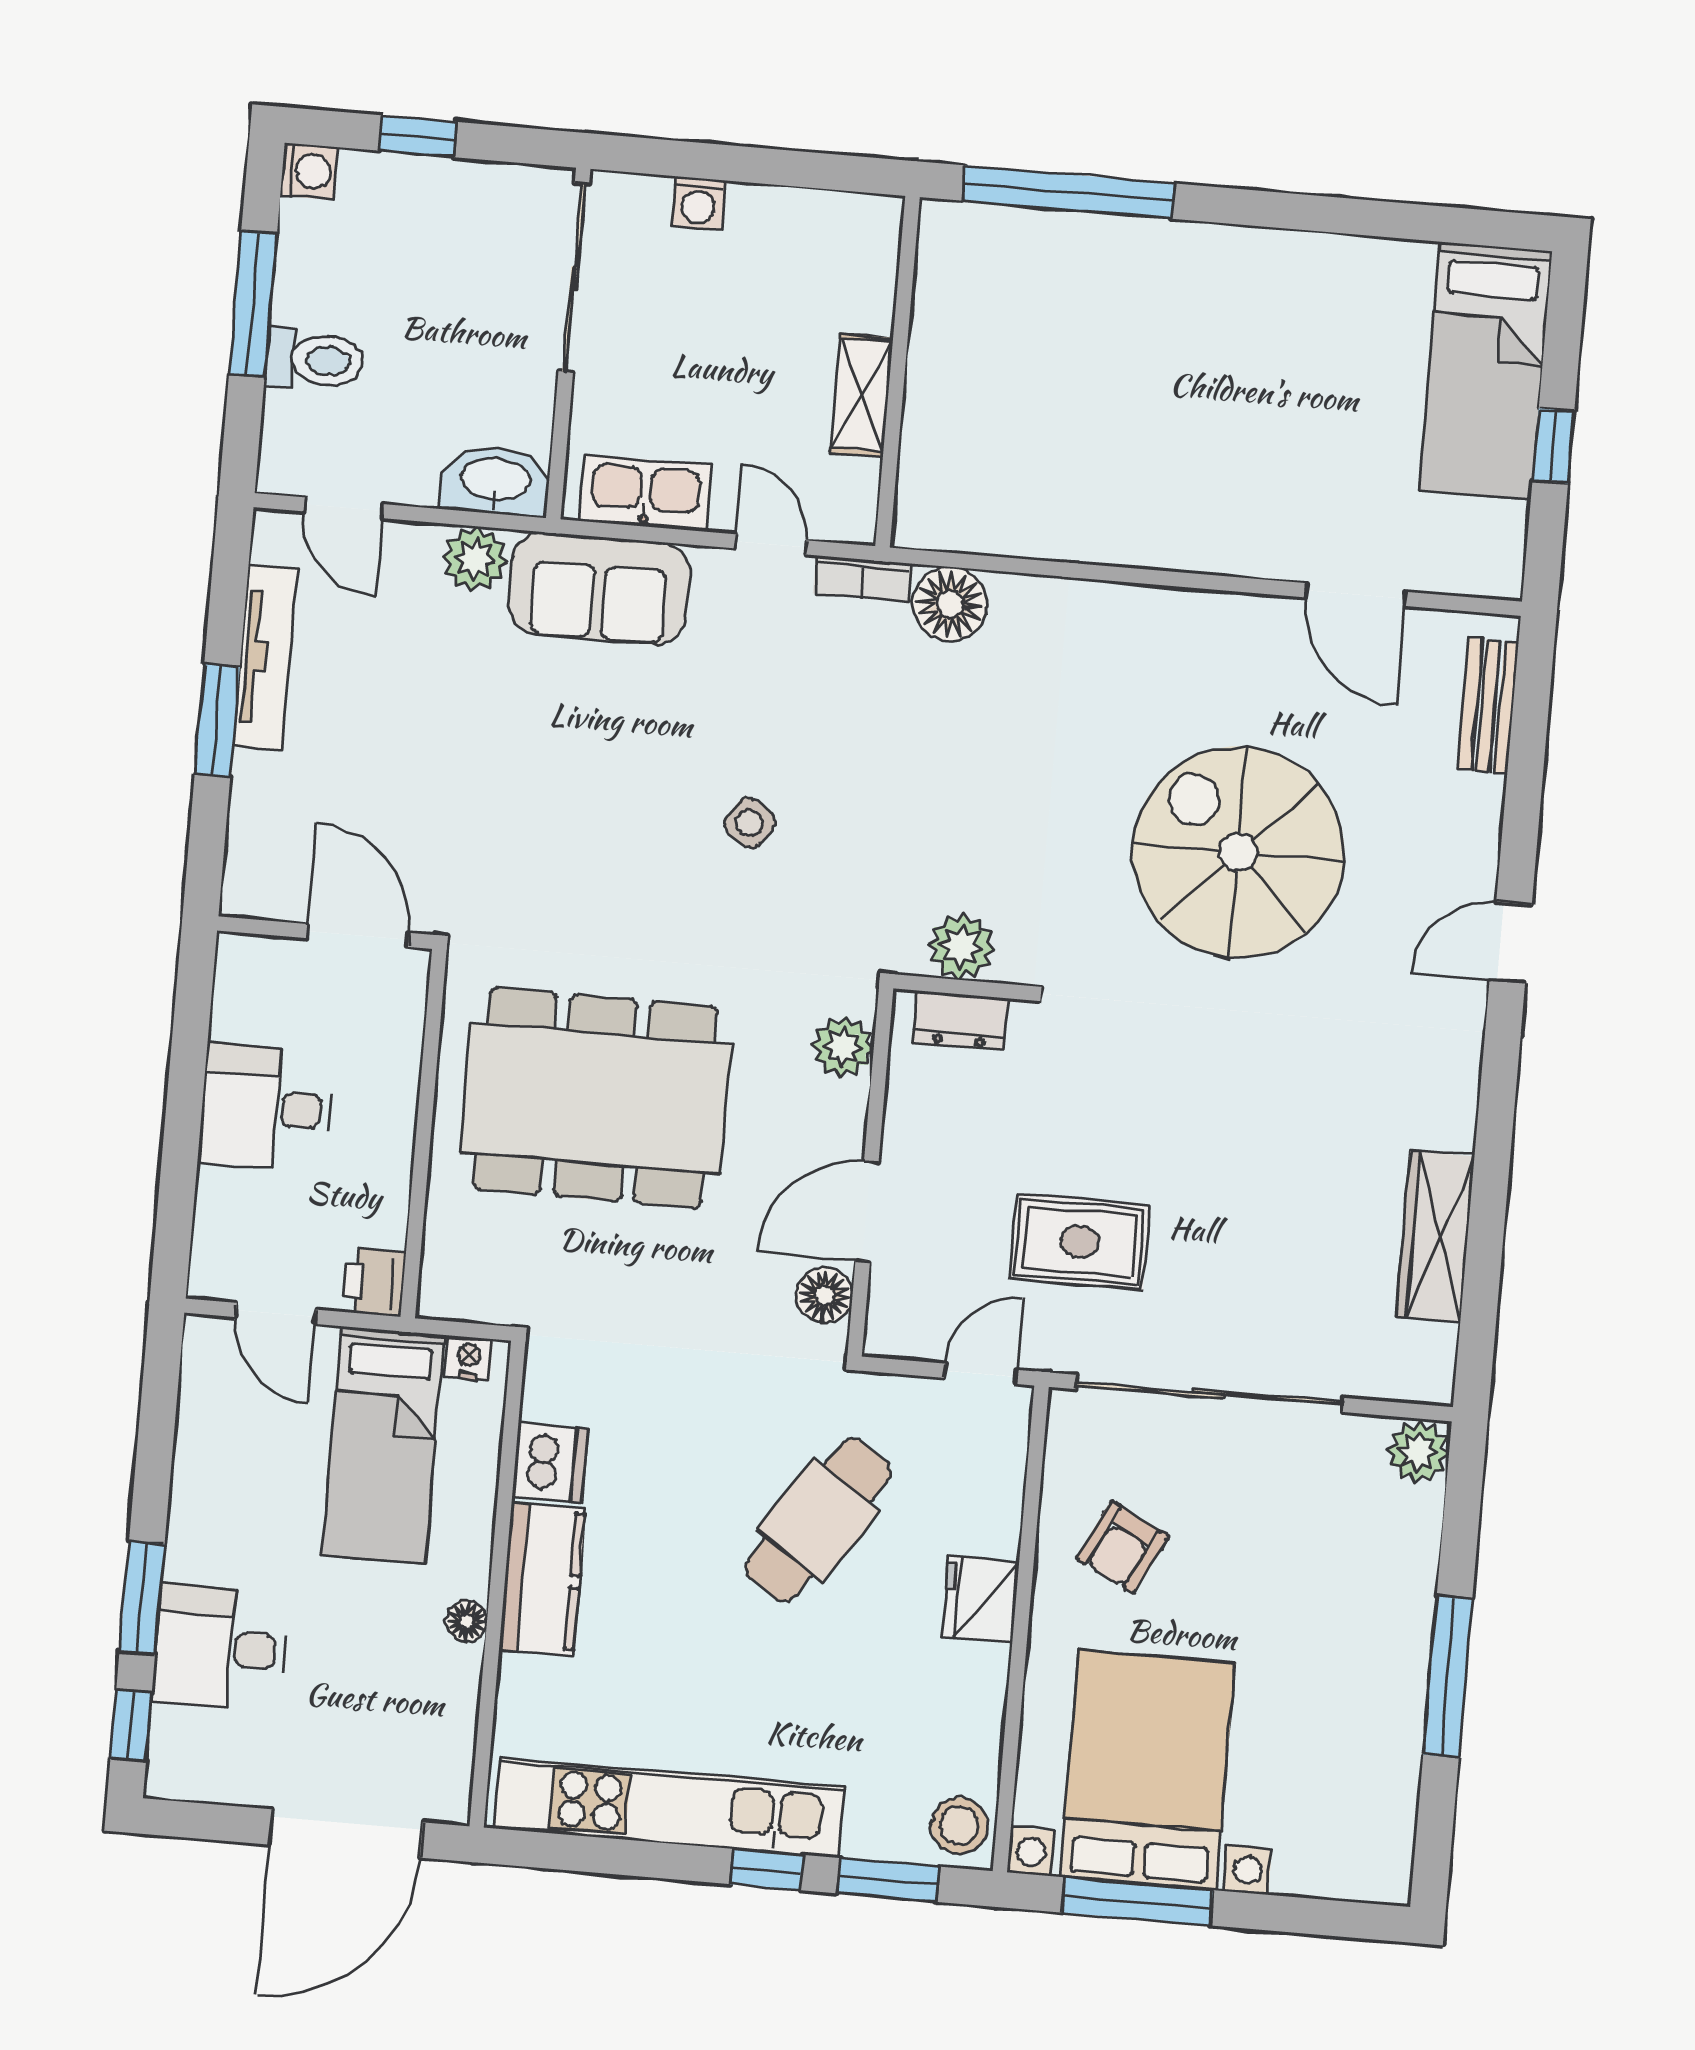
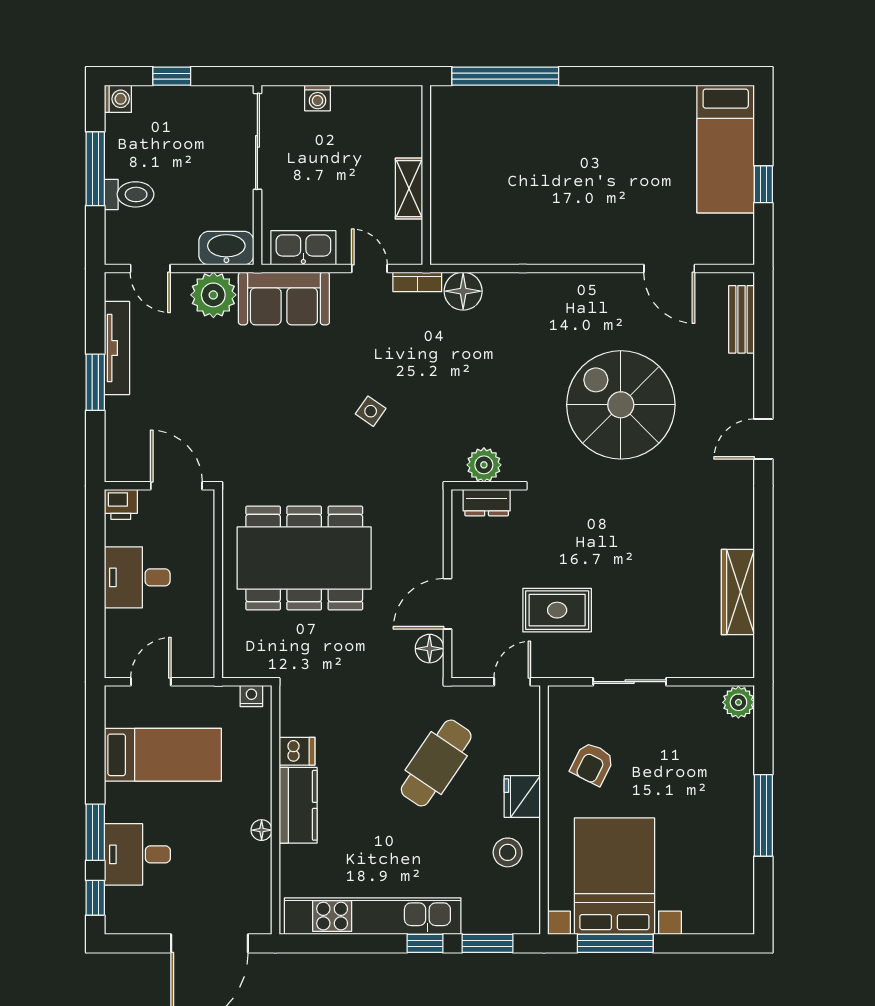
plant: (475, 559) -> (213, 295), width x1.36, depth x1.36
plant: (843, 1047) -> (428, 521), removed
printer: (374, 1282) -> (121, 504), moved, turned -90
door: (276, 1313) -> (151, 682), swing flipped
sliding door: (1209, 1393) -> (630, 682), width x0.54
bed: (383, 1445) -> (163, 755), moved, turned -90
dishwasher: (550, 1463) -> (297, 751), width x0.73
stool: (959, 1826) -> (508, 852), moved

